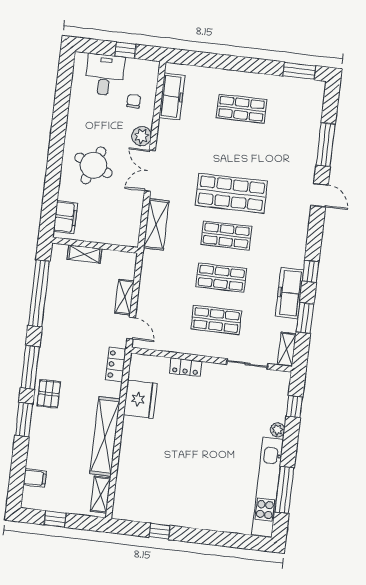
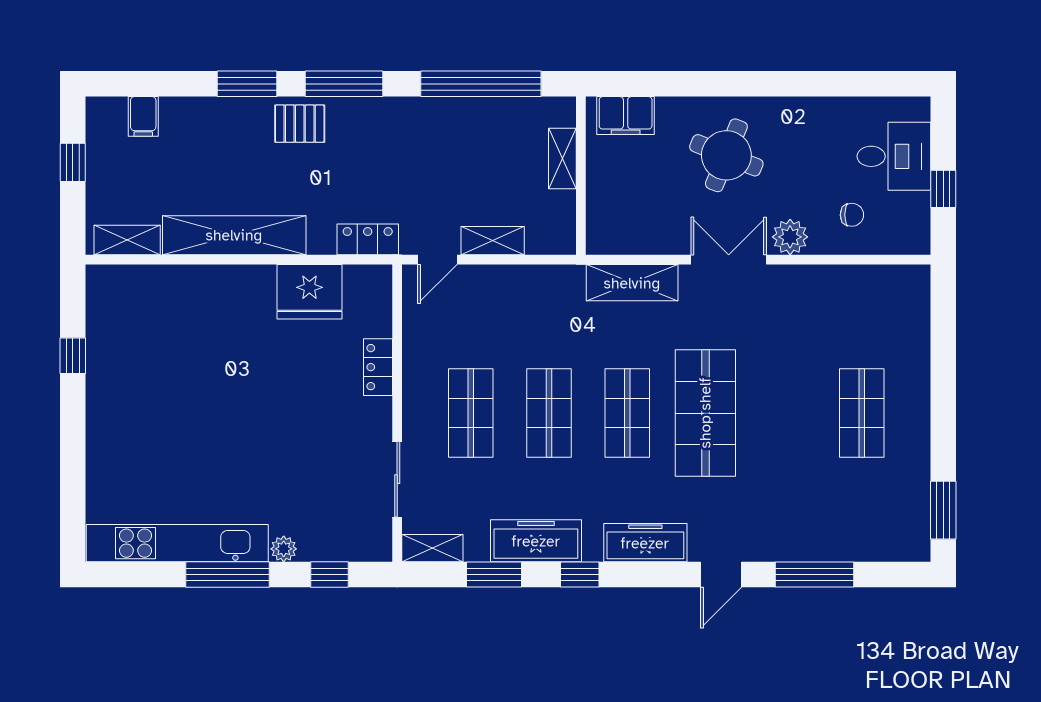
freezer: (172, 96) -> (645, 543), moved, turned 180
window: (284, 490) -> (228, 575), moved

